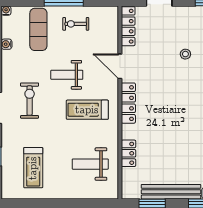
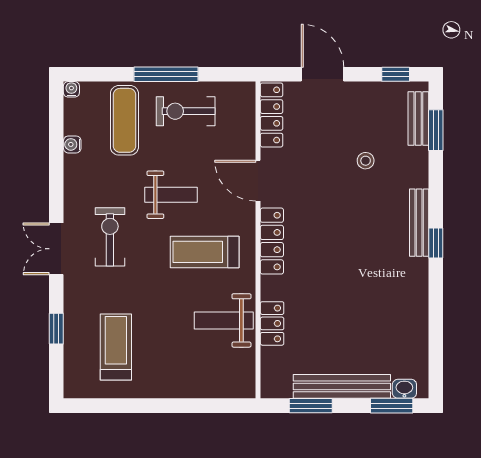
exercise bike: (76, 24) -> (186, 111), width x1.38, depth x1.39
weight bench: (67, 75) -> (171, 195), turned 180
weight bench: (90, 164) -> (224, 320), moved
treadmill: (33, 168) -> (116, 347), turned 180

